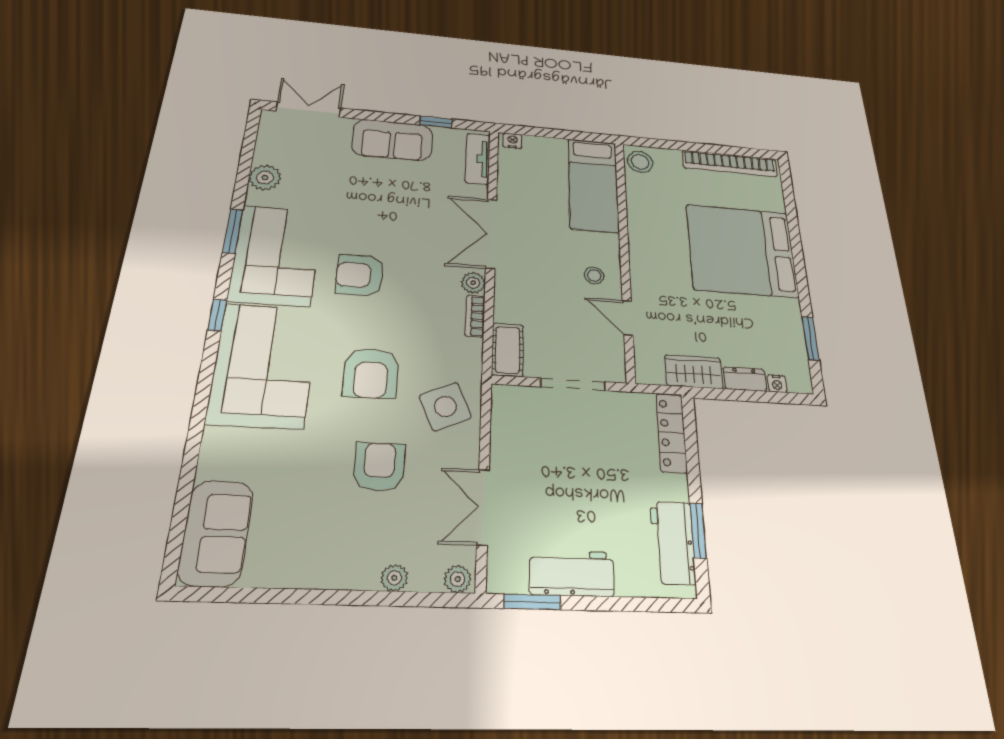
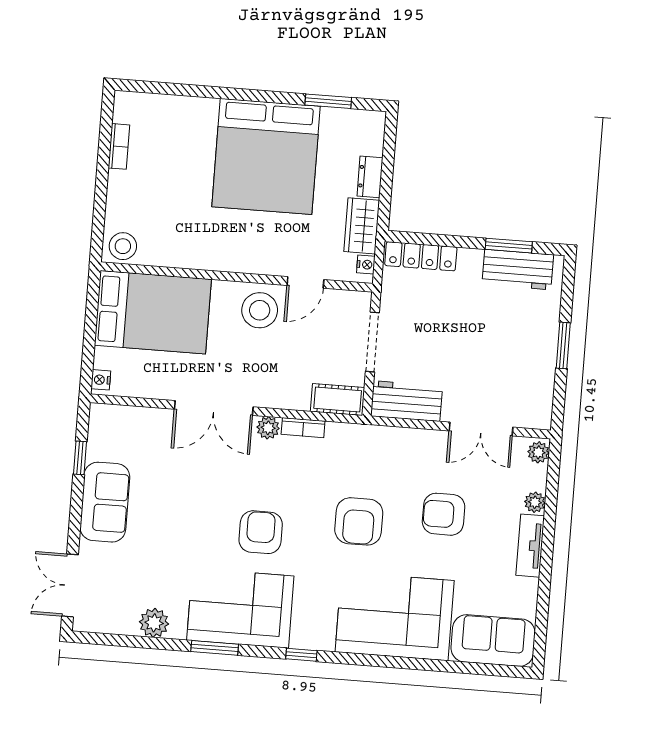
tv unit: (478, 159) -> (530, 546), moved, turned 90
bookcase: (730, 163) -> (119, 146), width x0.43, depth x0.76
bed: (593, 185) -> (153, 312), width x1.50
bed: (742, 251) -> (266, 156), moved
armchair: (360, 275) -> (261, 532), turned 180
stool: (594, 276) -> (260, 310), width x1.89, depth x1.89
corner sofa: (264, 365) -> (395, 616), moved
armchair: (371, 373) -> (359, 521), turned 90
nightstand: (777, 384) -> (366, 265), moved
side table: (445, 407) -> (391, 458), removed
workbench: (572, 573) -> (407, 401), moved, turned 90
window: (532, 602) -> (563, 345), moved

